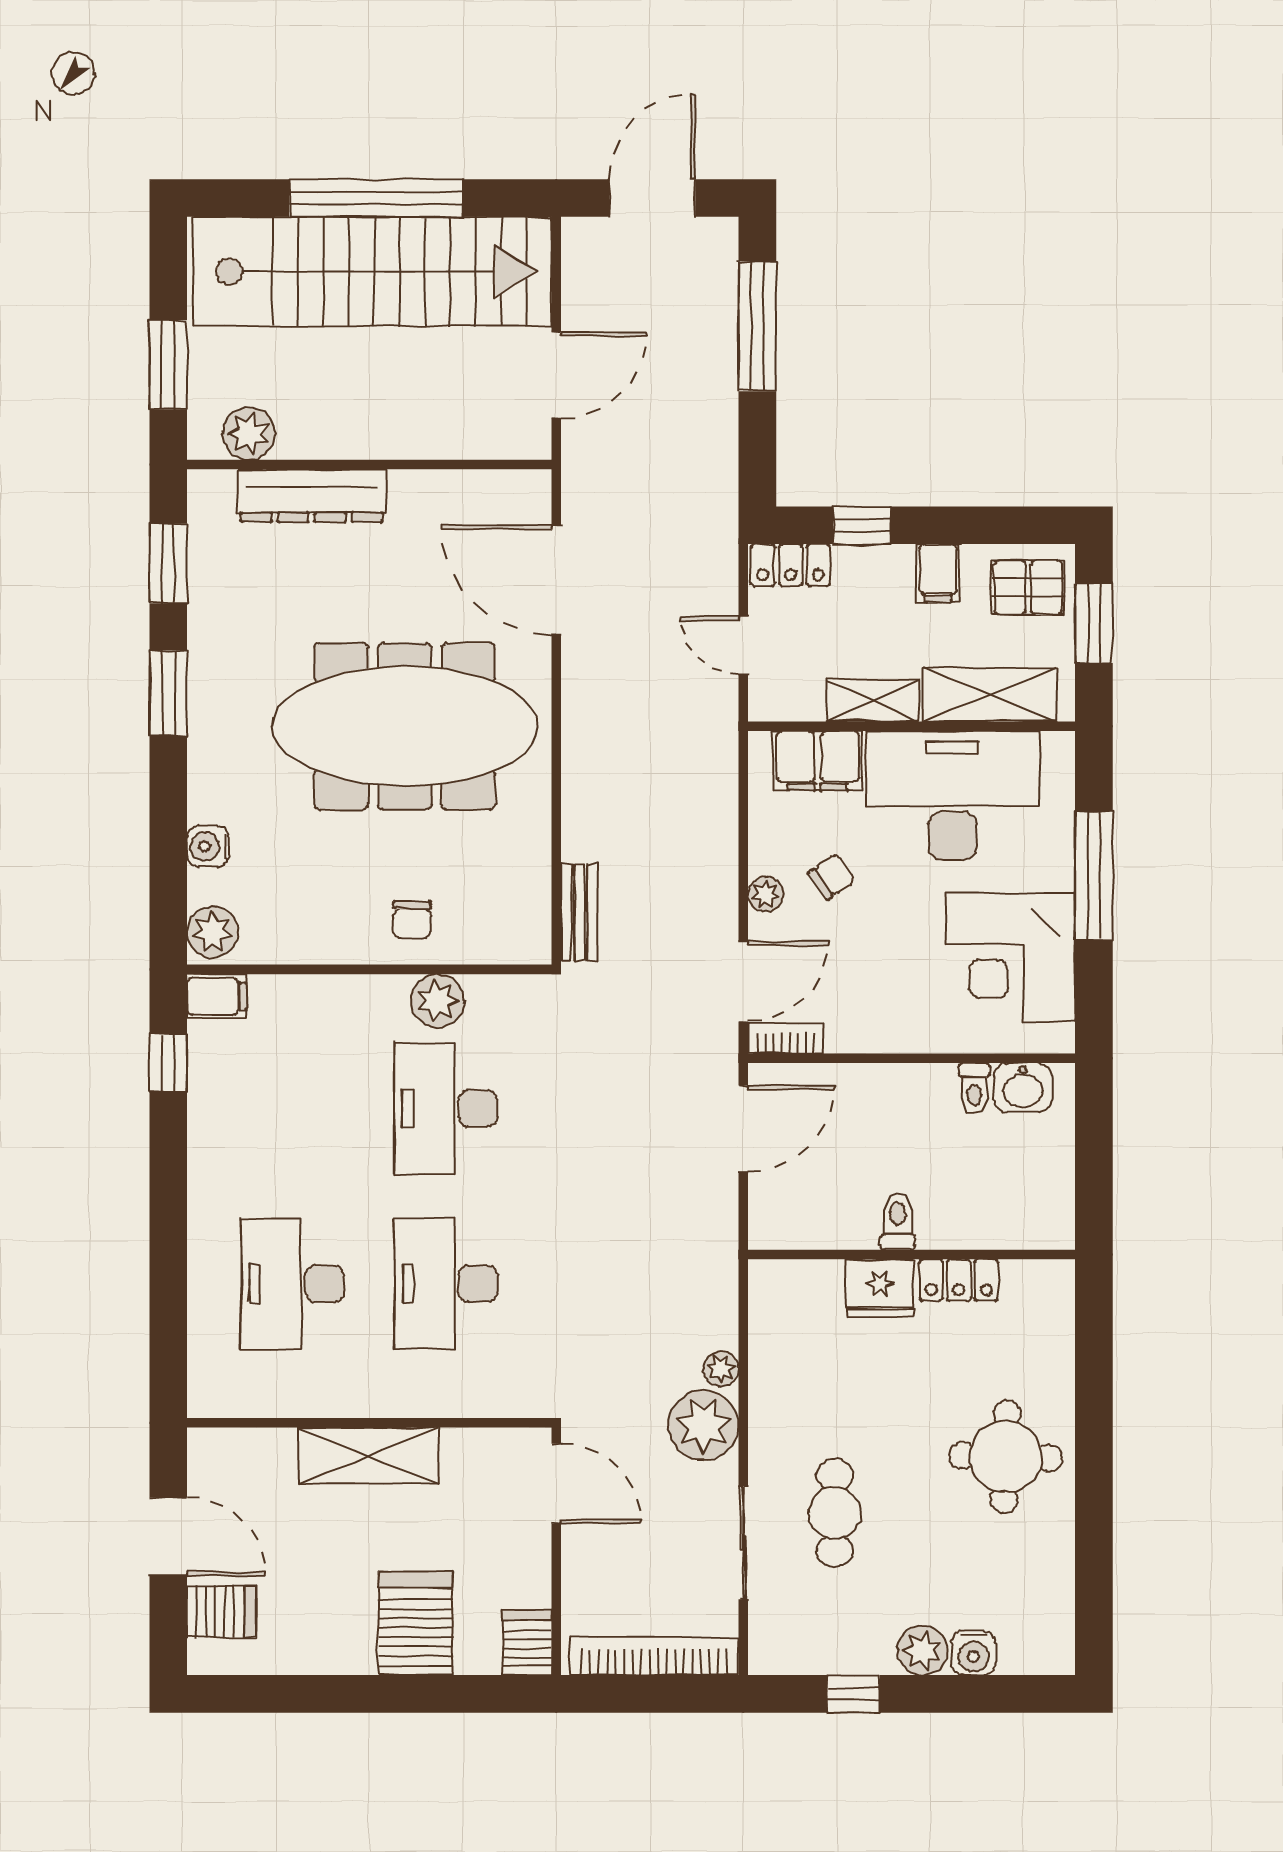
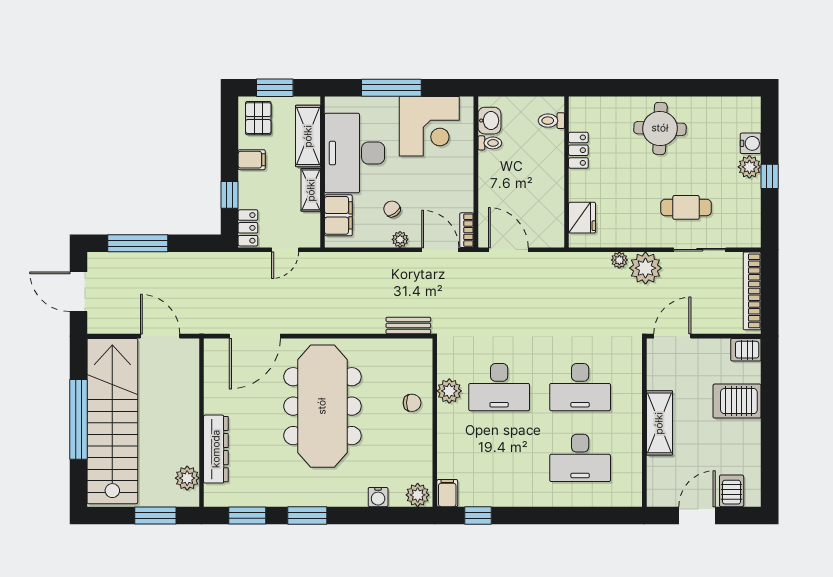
toilet: (898, 1222) -> (551, 121), moved
fridge: (880, 1288) -> (582, 218), moved
window: (854, 1694) -> (770, 176), moved

